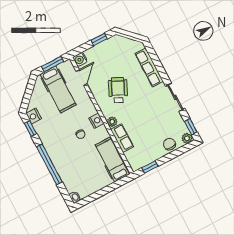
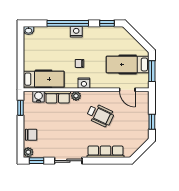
water cooler: (80, 59) -> (39, 97), moved
nightstand: (34, 116) -> (76, 32), moved

